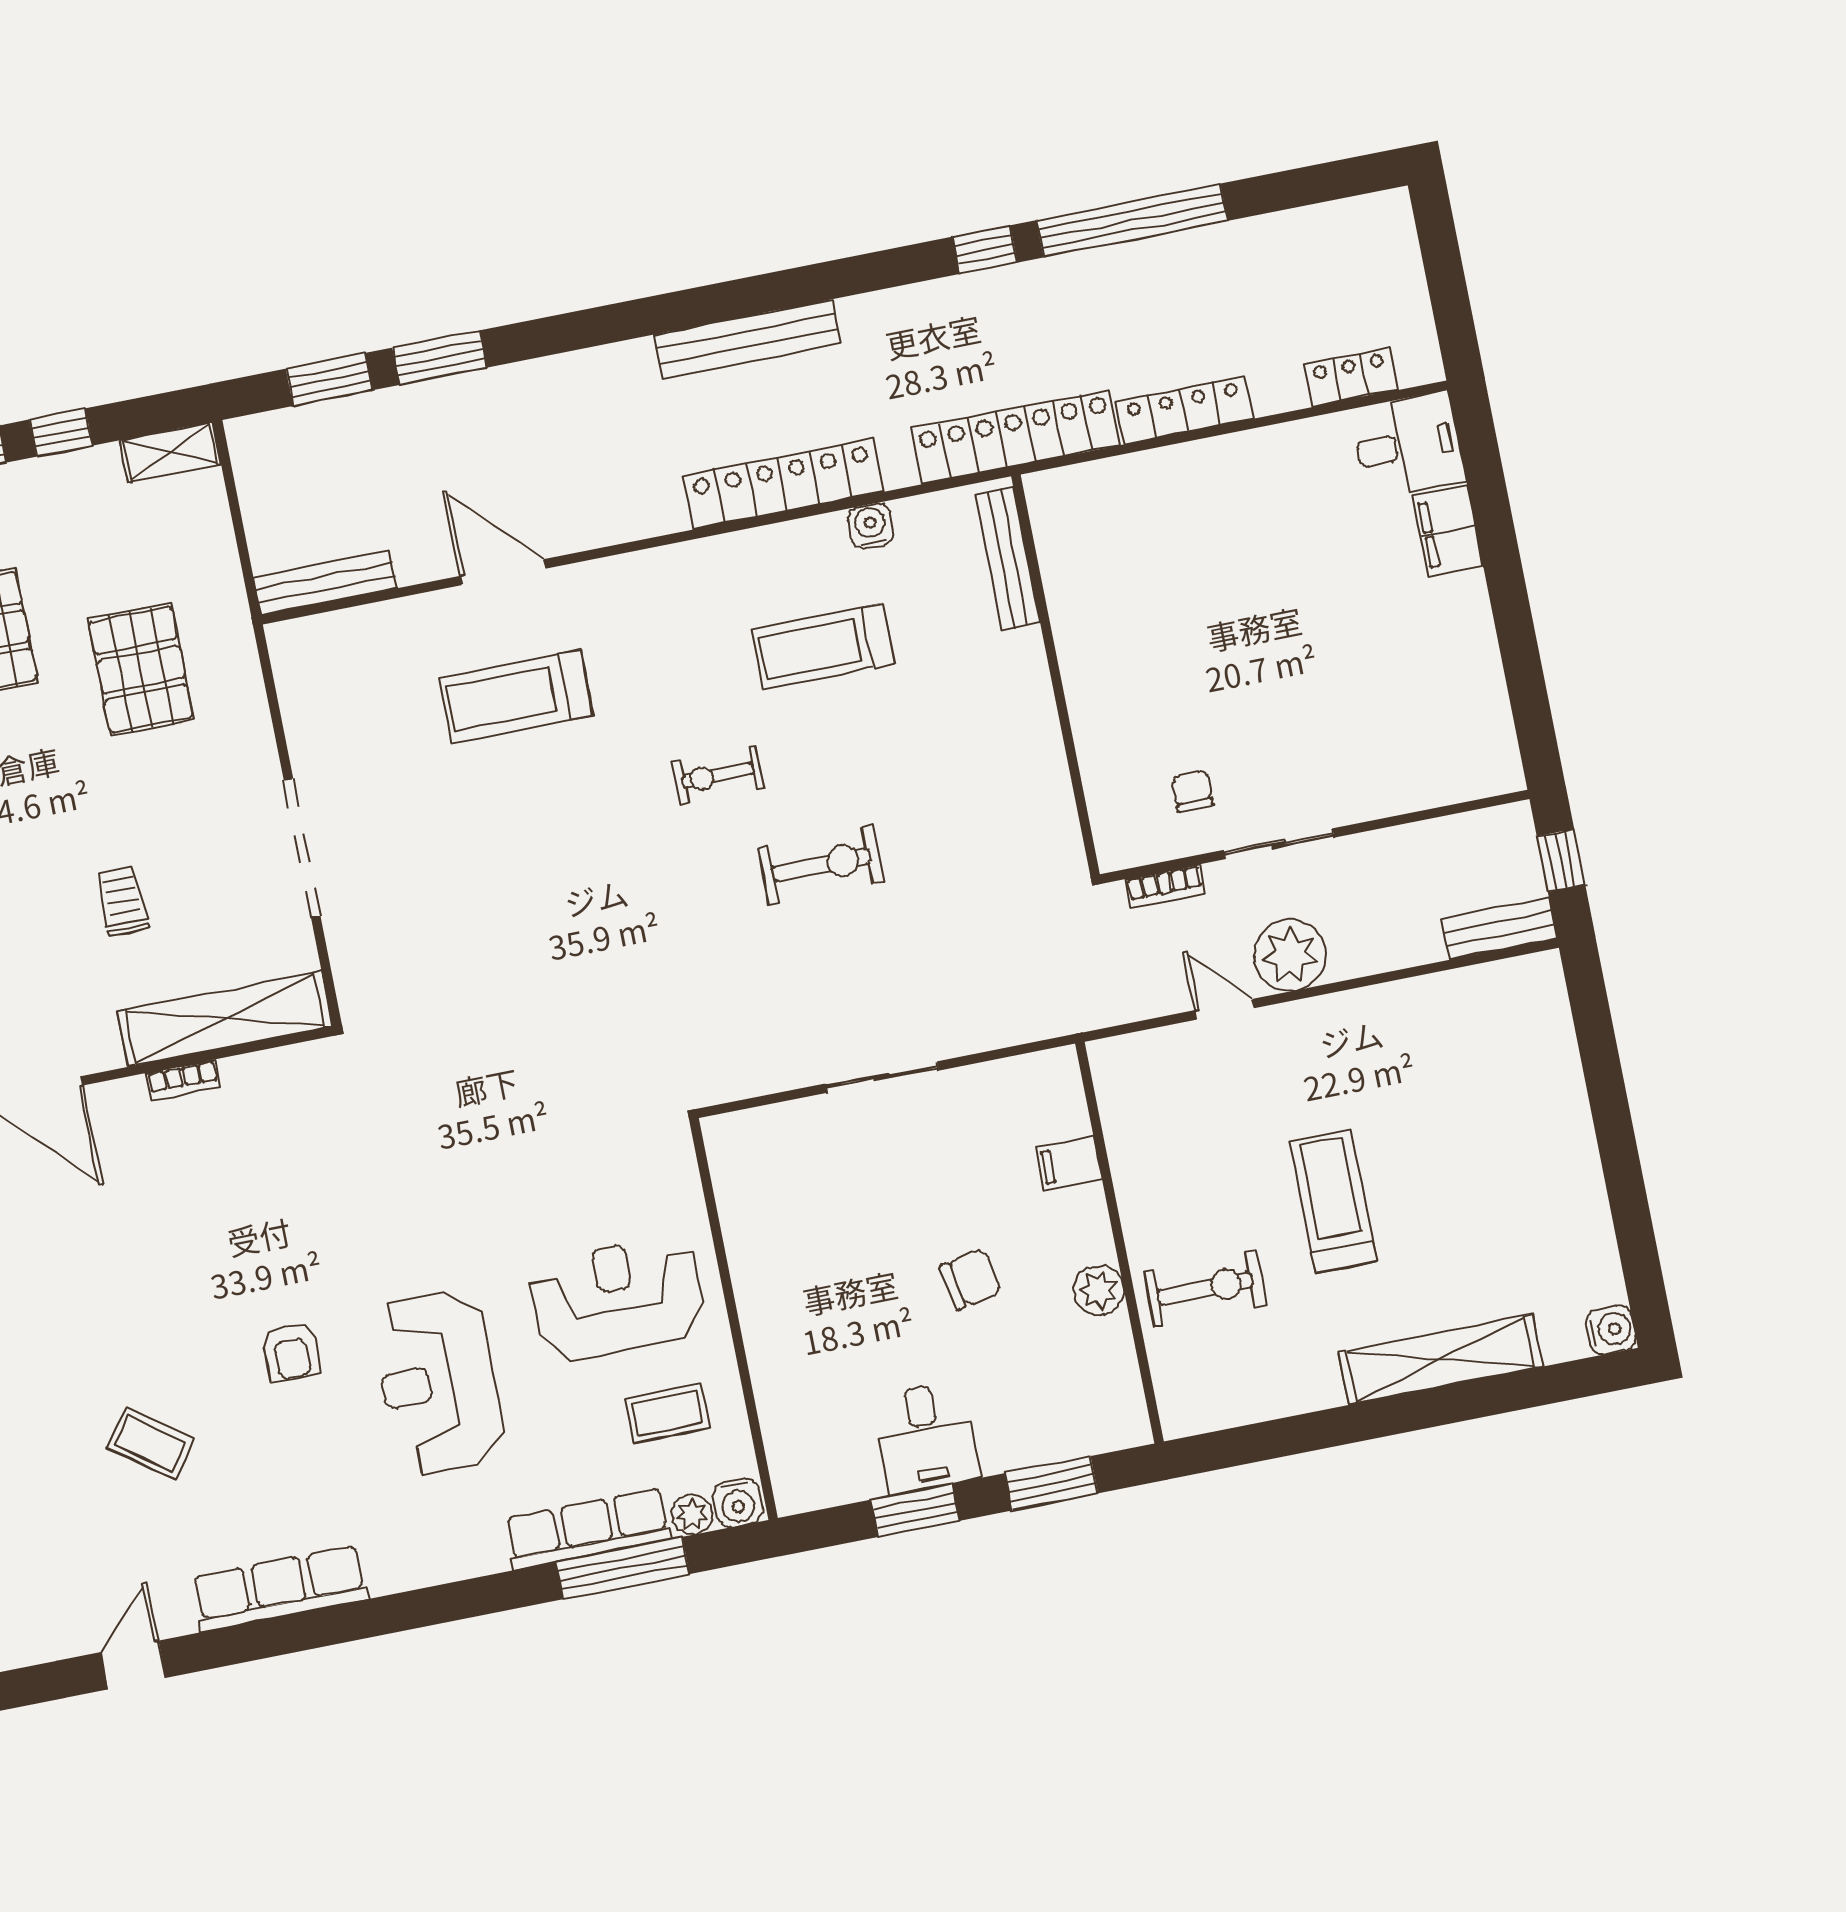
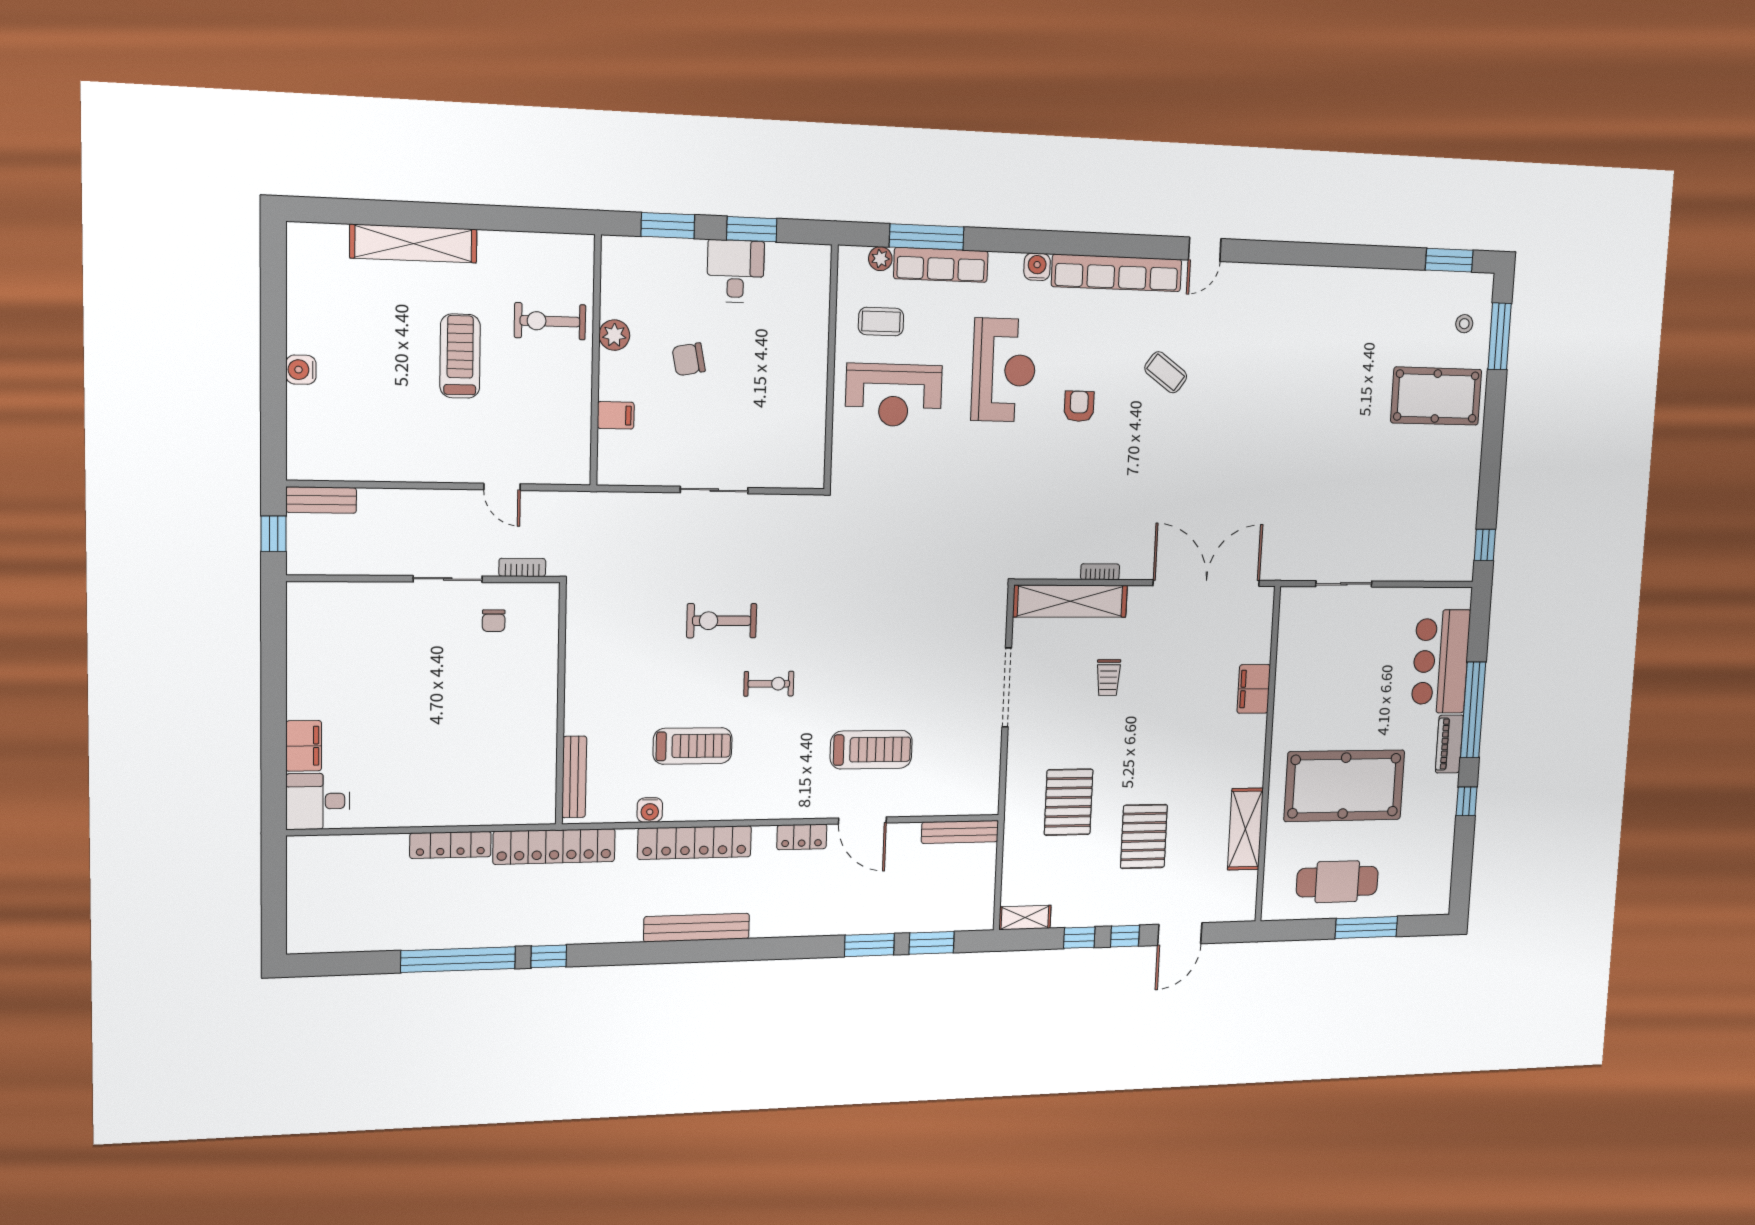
locker: (1351, 377) -> (802, 837), moved
plant: (1290, 955) -> (455, 511), removed
treadmill: (1333, 1201) -> (460, 356), turned 180
water cooler: (1611, 1330) -> (301, 370), moved
water cooler: (738, 1503) -> (1037, 267), moved
row of seats: (280, 1588) -> (1117, 273), width x1.36

